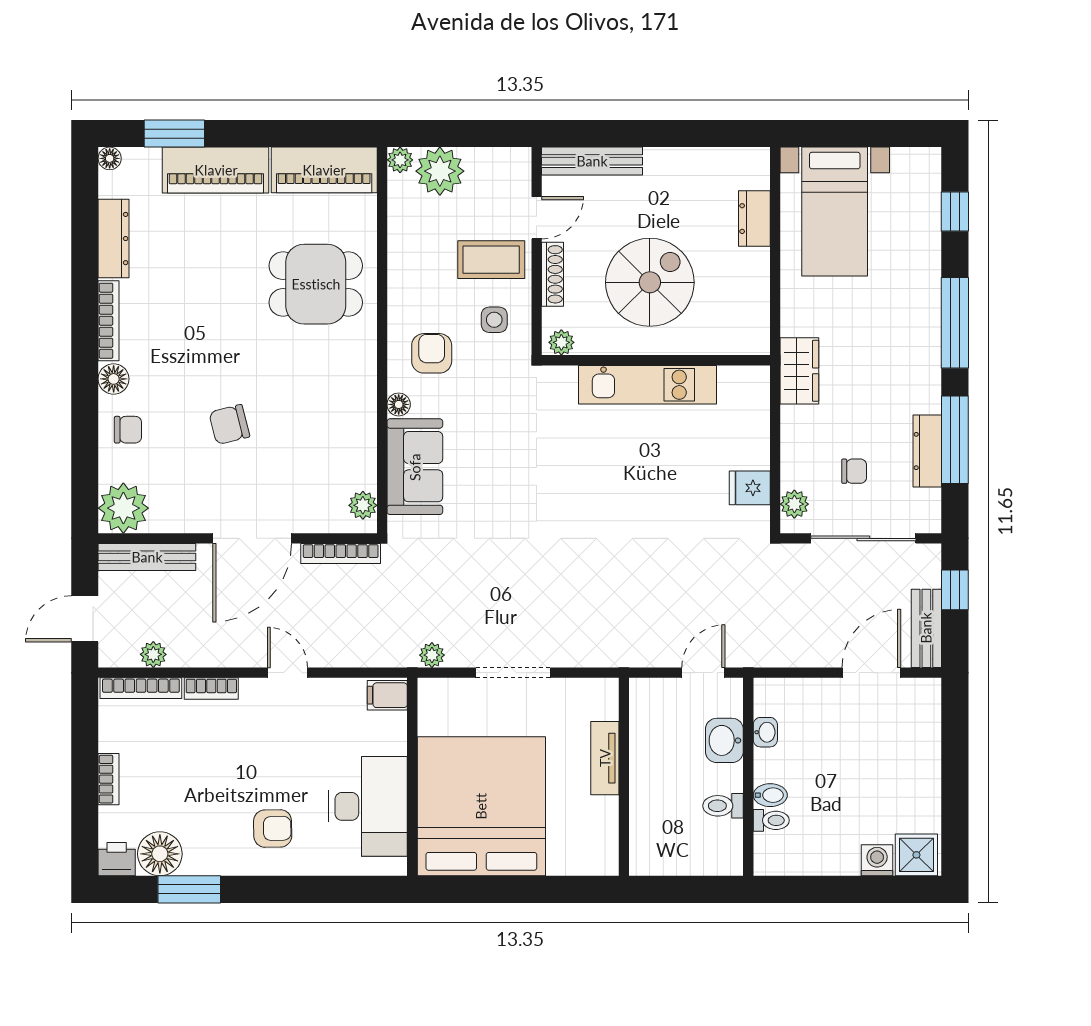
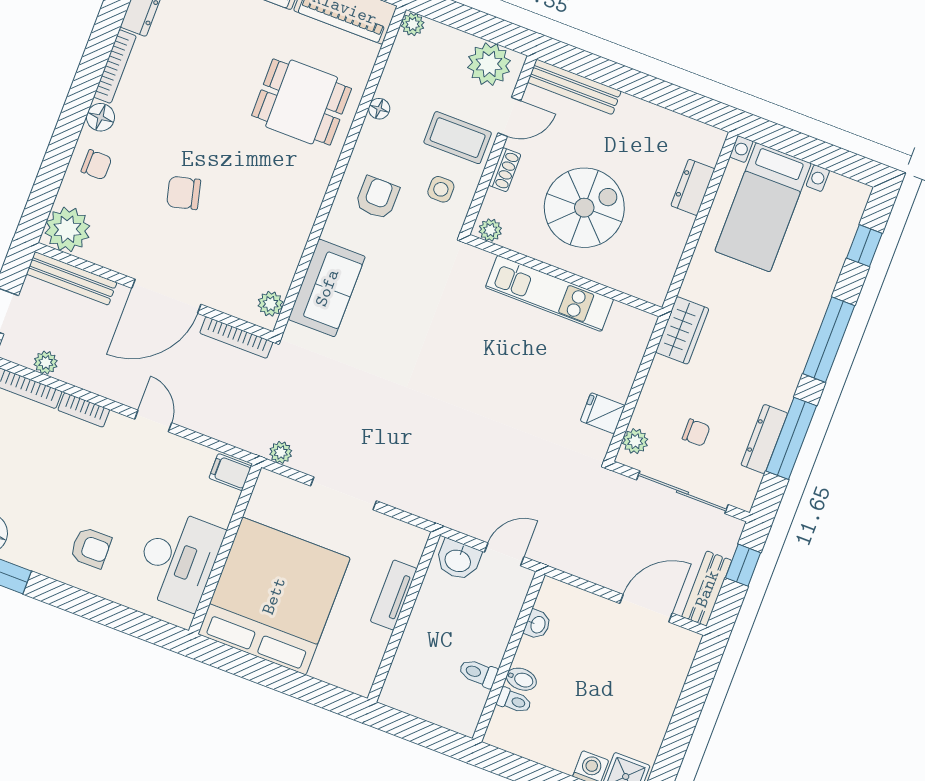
plant: (440, 171) -> (489, 64), moved
shoe rack: (553, 274) -> (505, 170), width x0.70
floor lamp: (399, 404) -> (379, 109), moved
washbasin: (724, 740) -> (458, 560), moved, turned -90

